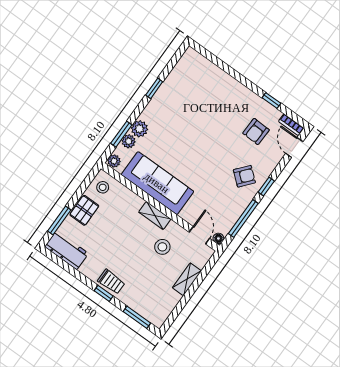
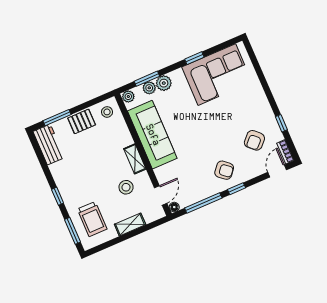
corner sofa: (184, 91) -> (217, 75), added
armchair: (256, 131) -> (254, 140), turned -48
trolley: (111, 282) -> (92, 219), moved, width x1.36, depth x1.39

